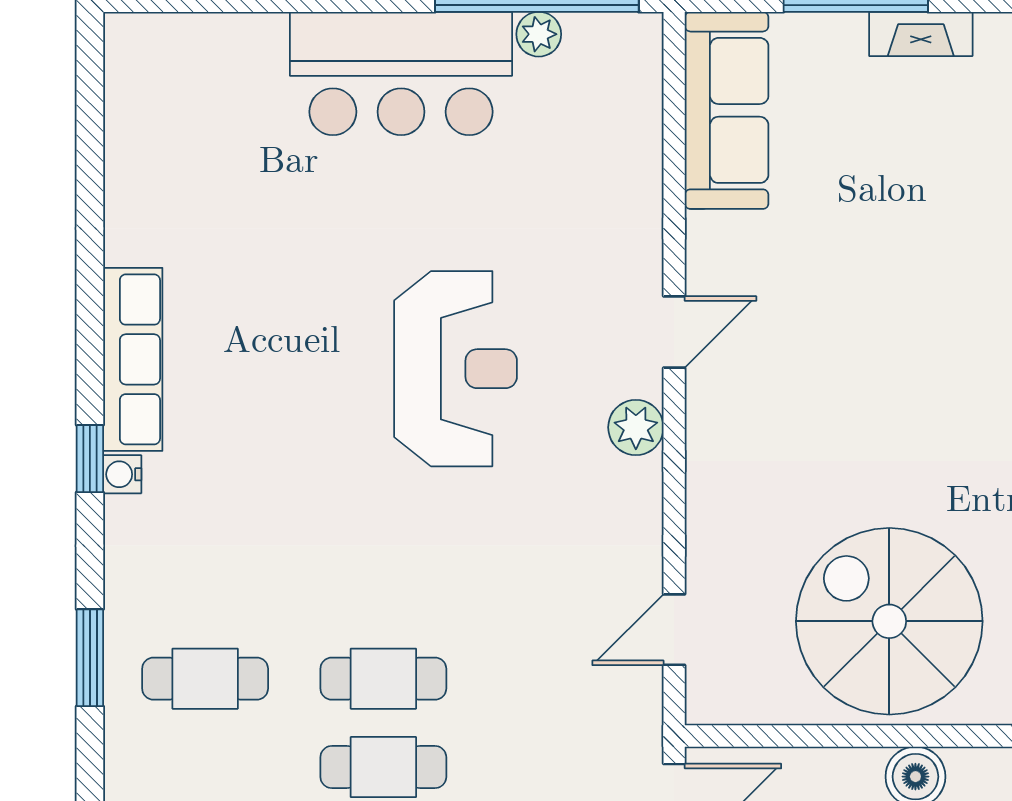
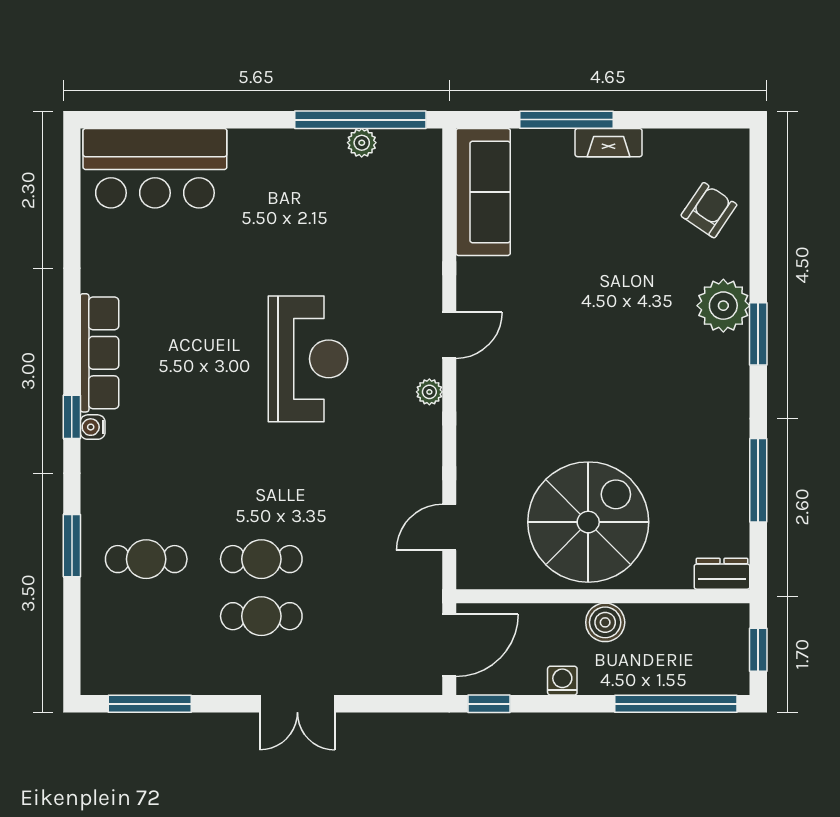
bar counter: (401, 74) -> (155, 168), moved
plant: (636, 427) -> (429, 392), width x0.73, depth x0.73
spiral stairs: (889, 621) -> (588, 522), turned 90

